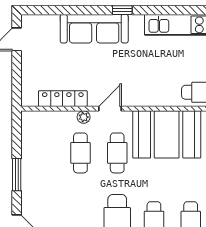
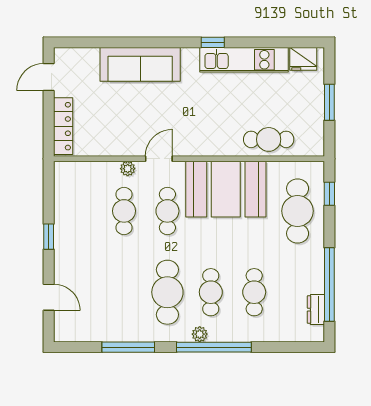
window: (122, 10) -> (213, 42), moved
locker: (63, 99) -> (63, 126), moved, turned 90
window: (17, 175) -> (49, 237), width x0.67

